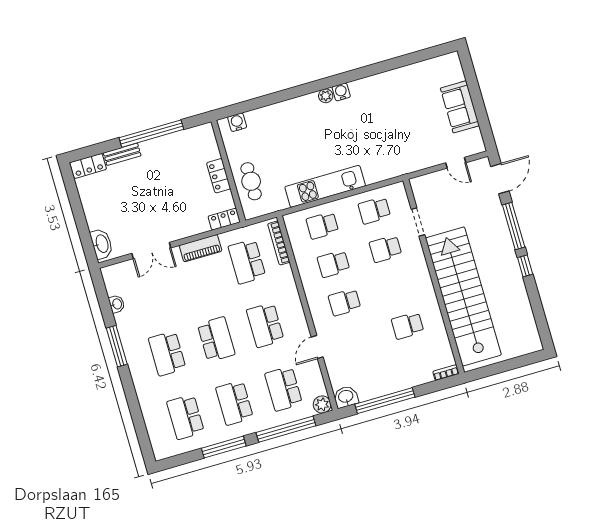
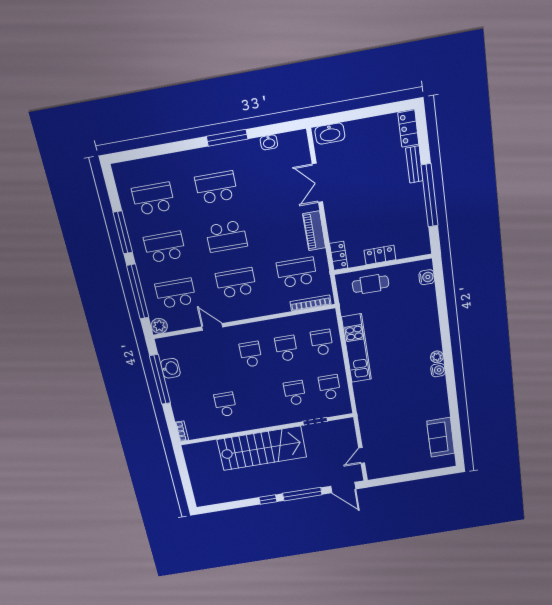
sofa: (460, 107) -> (441, 437), moved, turned -90
stairs: (463, 296) -> (262, 448), width x0.73
washbasin: (346, 397) -> (170, 368), moved

